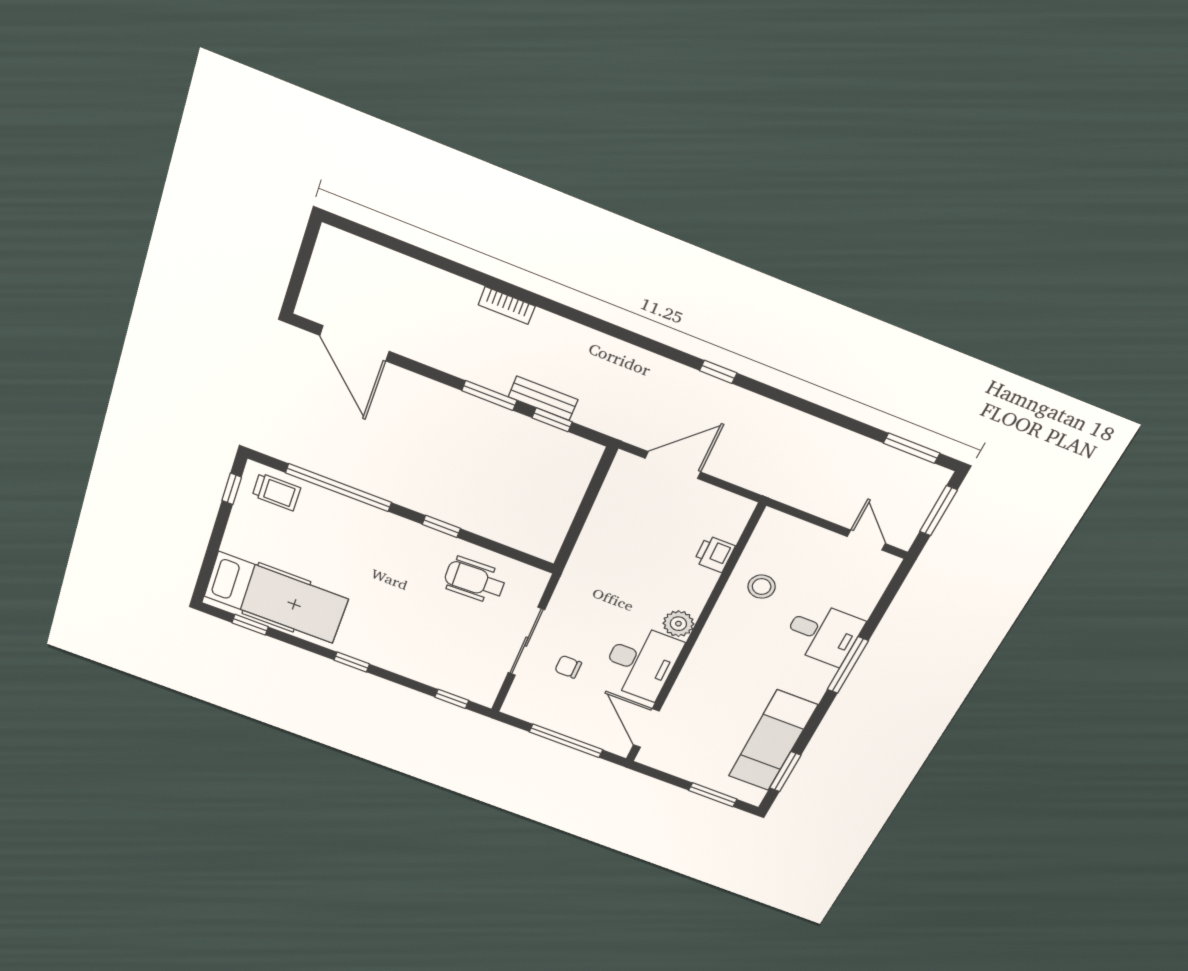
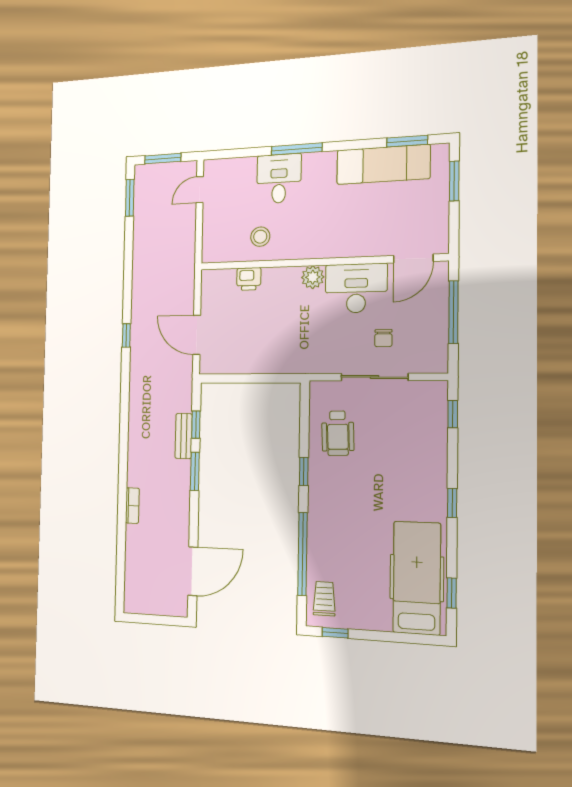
bookcase: (507, 306) -> (132, 506), moved

